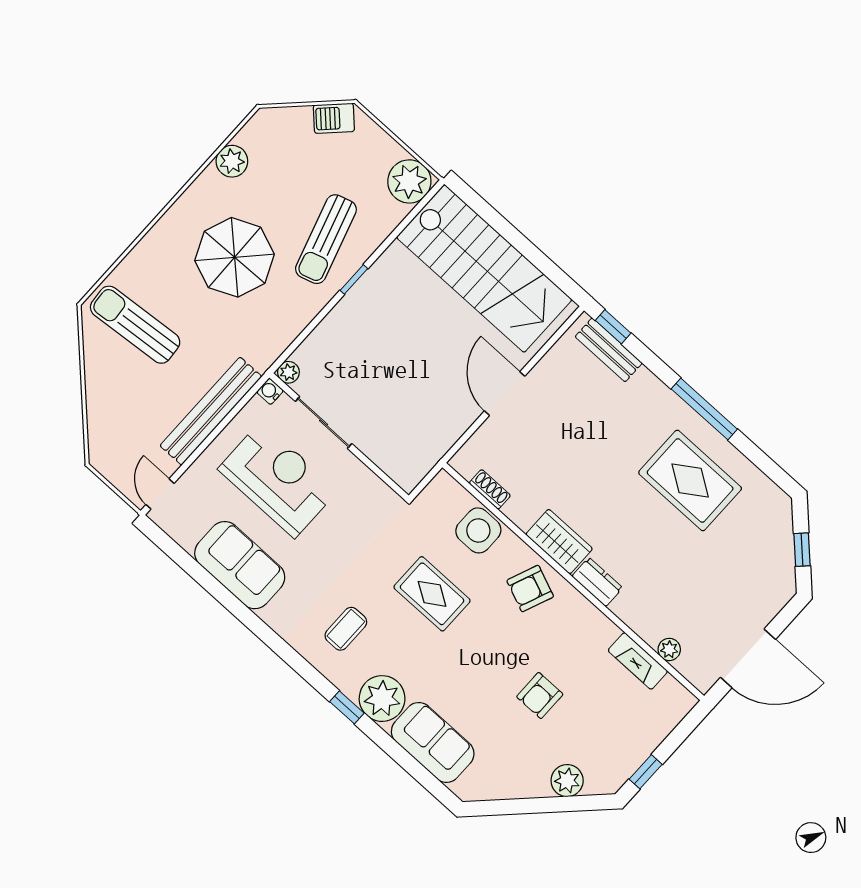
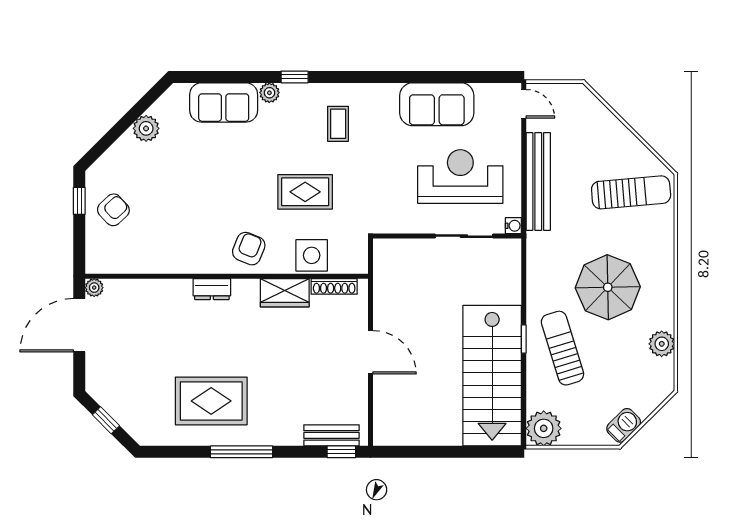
stairs: (484, 268) -> (492, 376), moved, turned -90
plant: (288, 372) -> (513, 247), removed
reception desk: (278, 480) -> (460, 177), turned 180
shoe rack: (490, 489) -> (334, 286), width x1.43
wardrobe: (559, 542) -> (285, 293), moved
plant: (669, 649) -> (94, 288), moved
fireplace: (638, 661) -> (144, 264), removed
armchair: (540, 695) -> (113, 210), moved, turned 47
plant: (382, 699) -> (269, 93), width x0.53, depth x0.53
plant: (567, 781) -> (146, 128), moved

